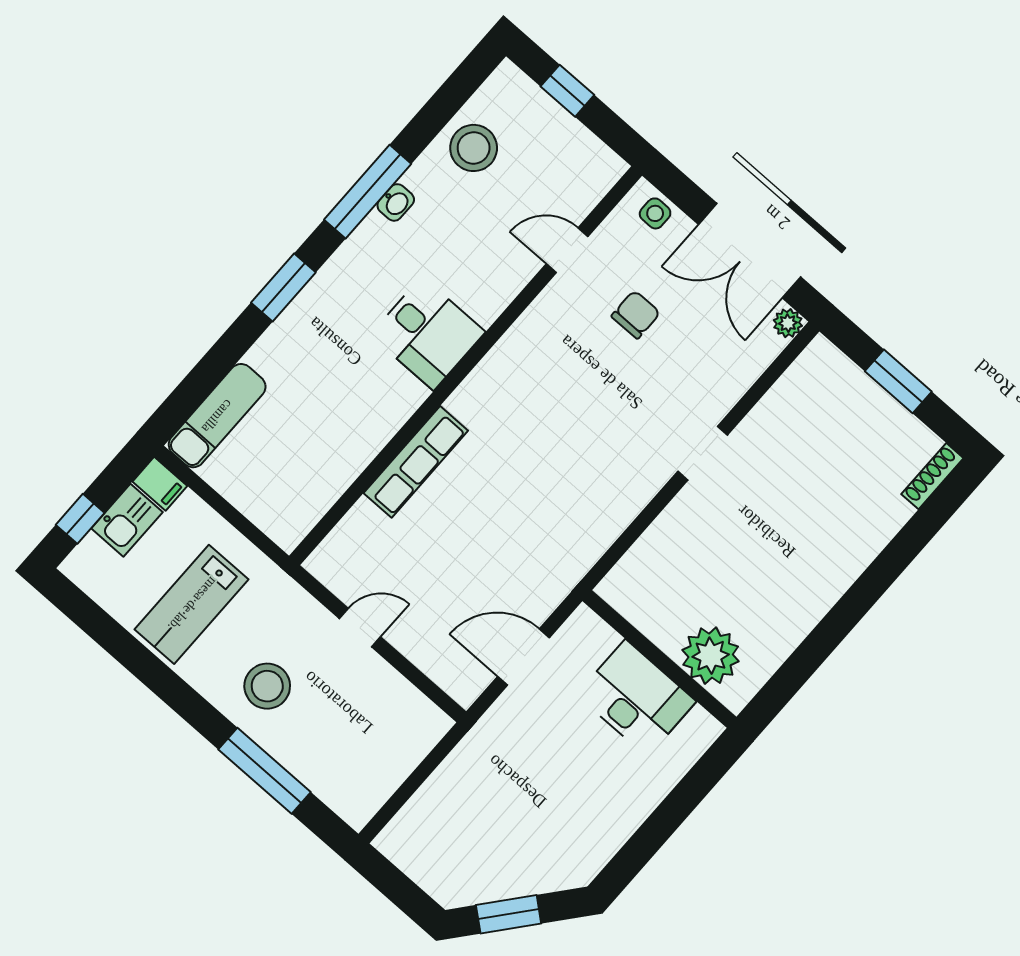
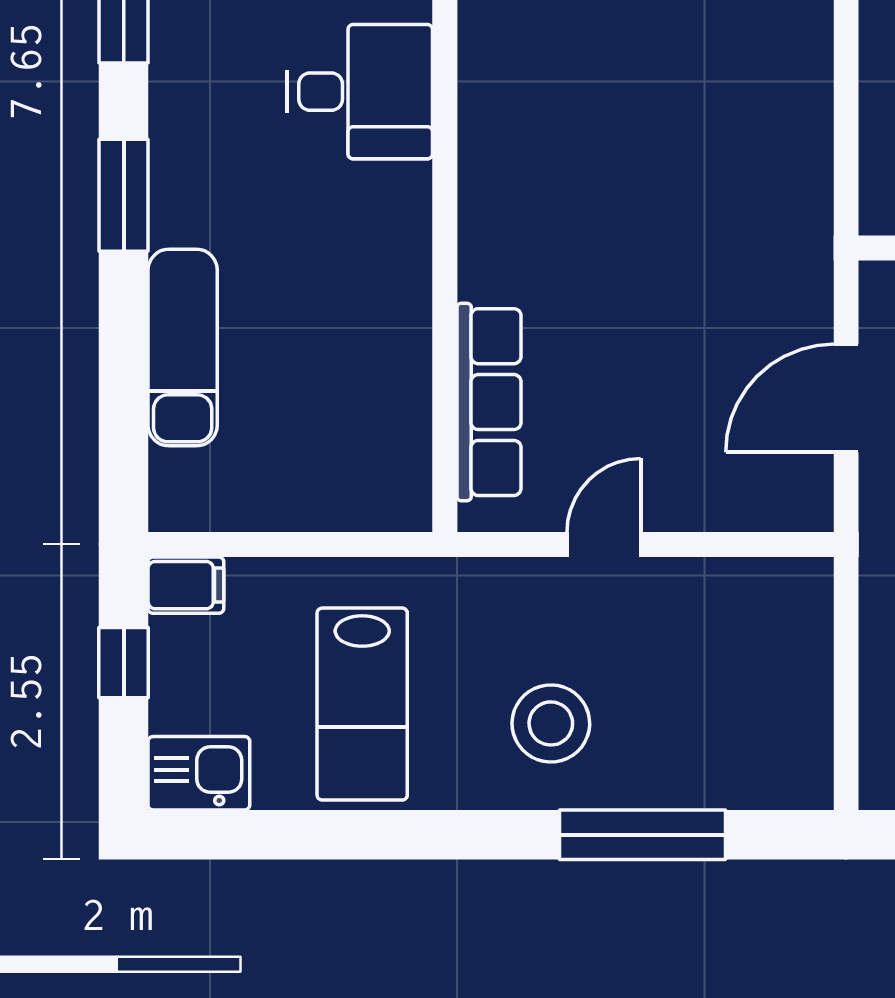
exam couch: (217, 416) -> (183, 348), moved
row of seats: (416, 462) -> (489, 402), moved
window: (80, 519) -> (124, 663), moved
kitchen sink: (127, 520) -> (199, 773), moved, turned -90

